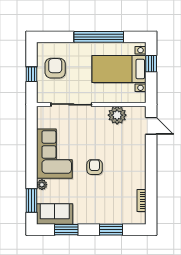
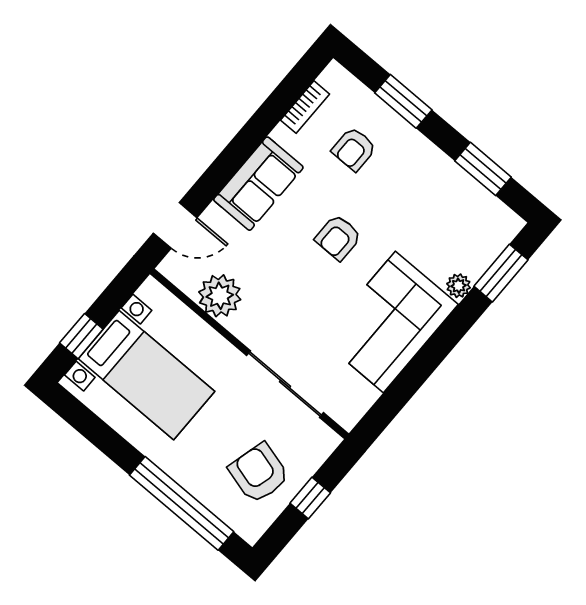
window: (99, 37) -> (182, 503), moved
armchair: (55, 68) -> (259, 473), turned 105
door: (151, 126) -> (175, 225), swing flipped
armchair: (114, 200) -> (354, 149), added
sofa: (55, 214) -> (258, 184), moved, turned -90

